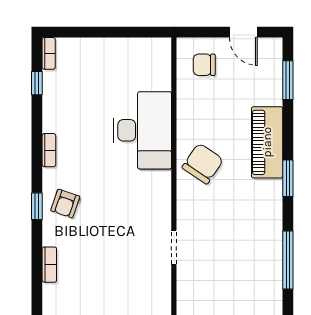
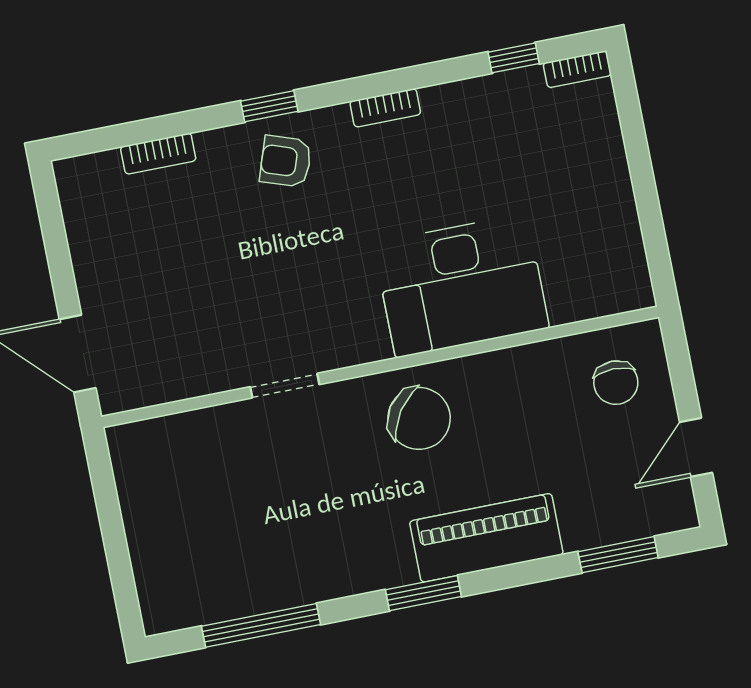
chair: (204, 65) -> (616, 383), turned 180
doorway: (174, 247) -> (285, 386), moved

